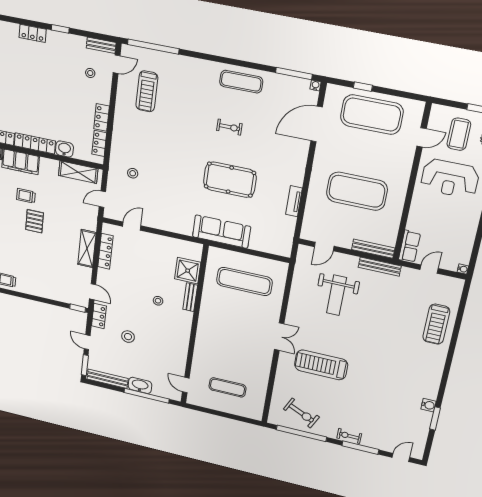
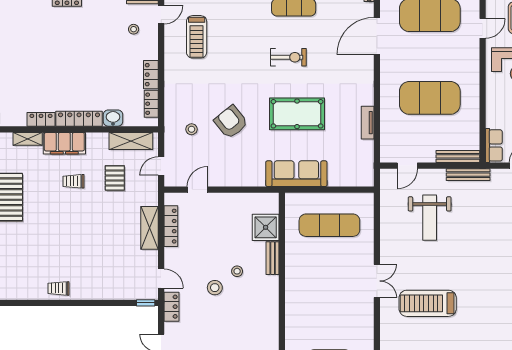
exercise bike: (229, 127) -> (288, 57), width x1.38, depth x1.39
armchair: (169, 174) -> (231, 122), added
pallet: (35, 221) -> (115, 178), moved
stool: (128, 337) -> (215, 288), moved

